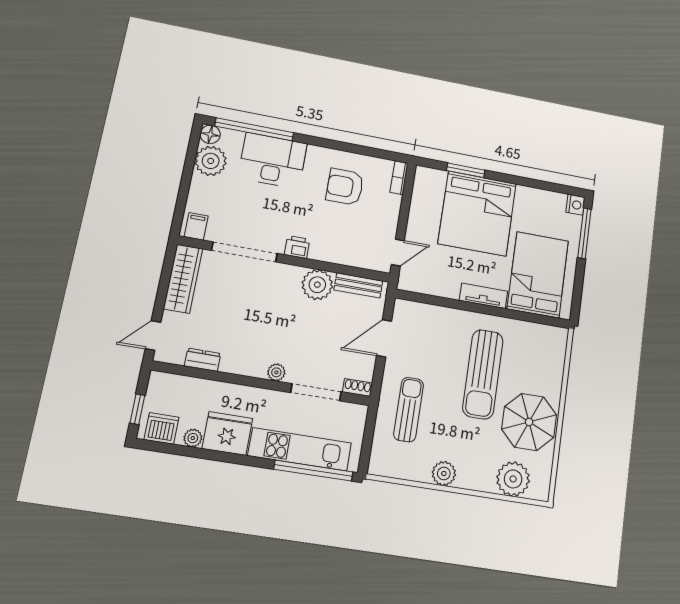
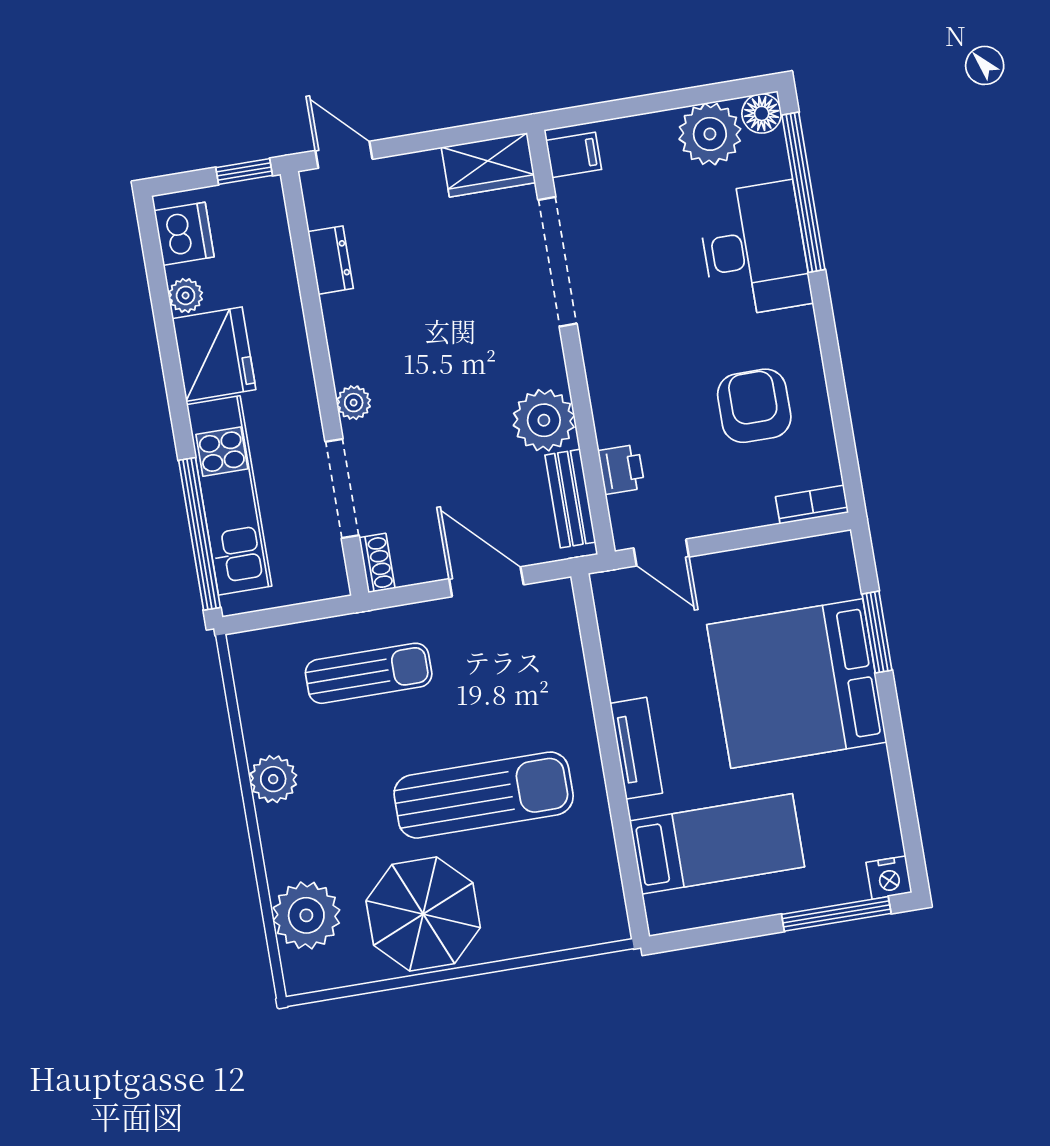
printer: (297, 247) -> (621, 469), moved
bed: (538, 275) -> (717, 844), width x0.67
wardrobe: (183, 279) -> (488, 165), width x0.67
sun lounger: (483, 374) -> (484, 795), turned 180
window: (137, 409) -> (244, 172), moved

